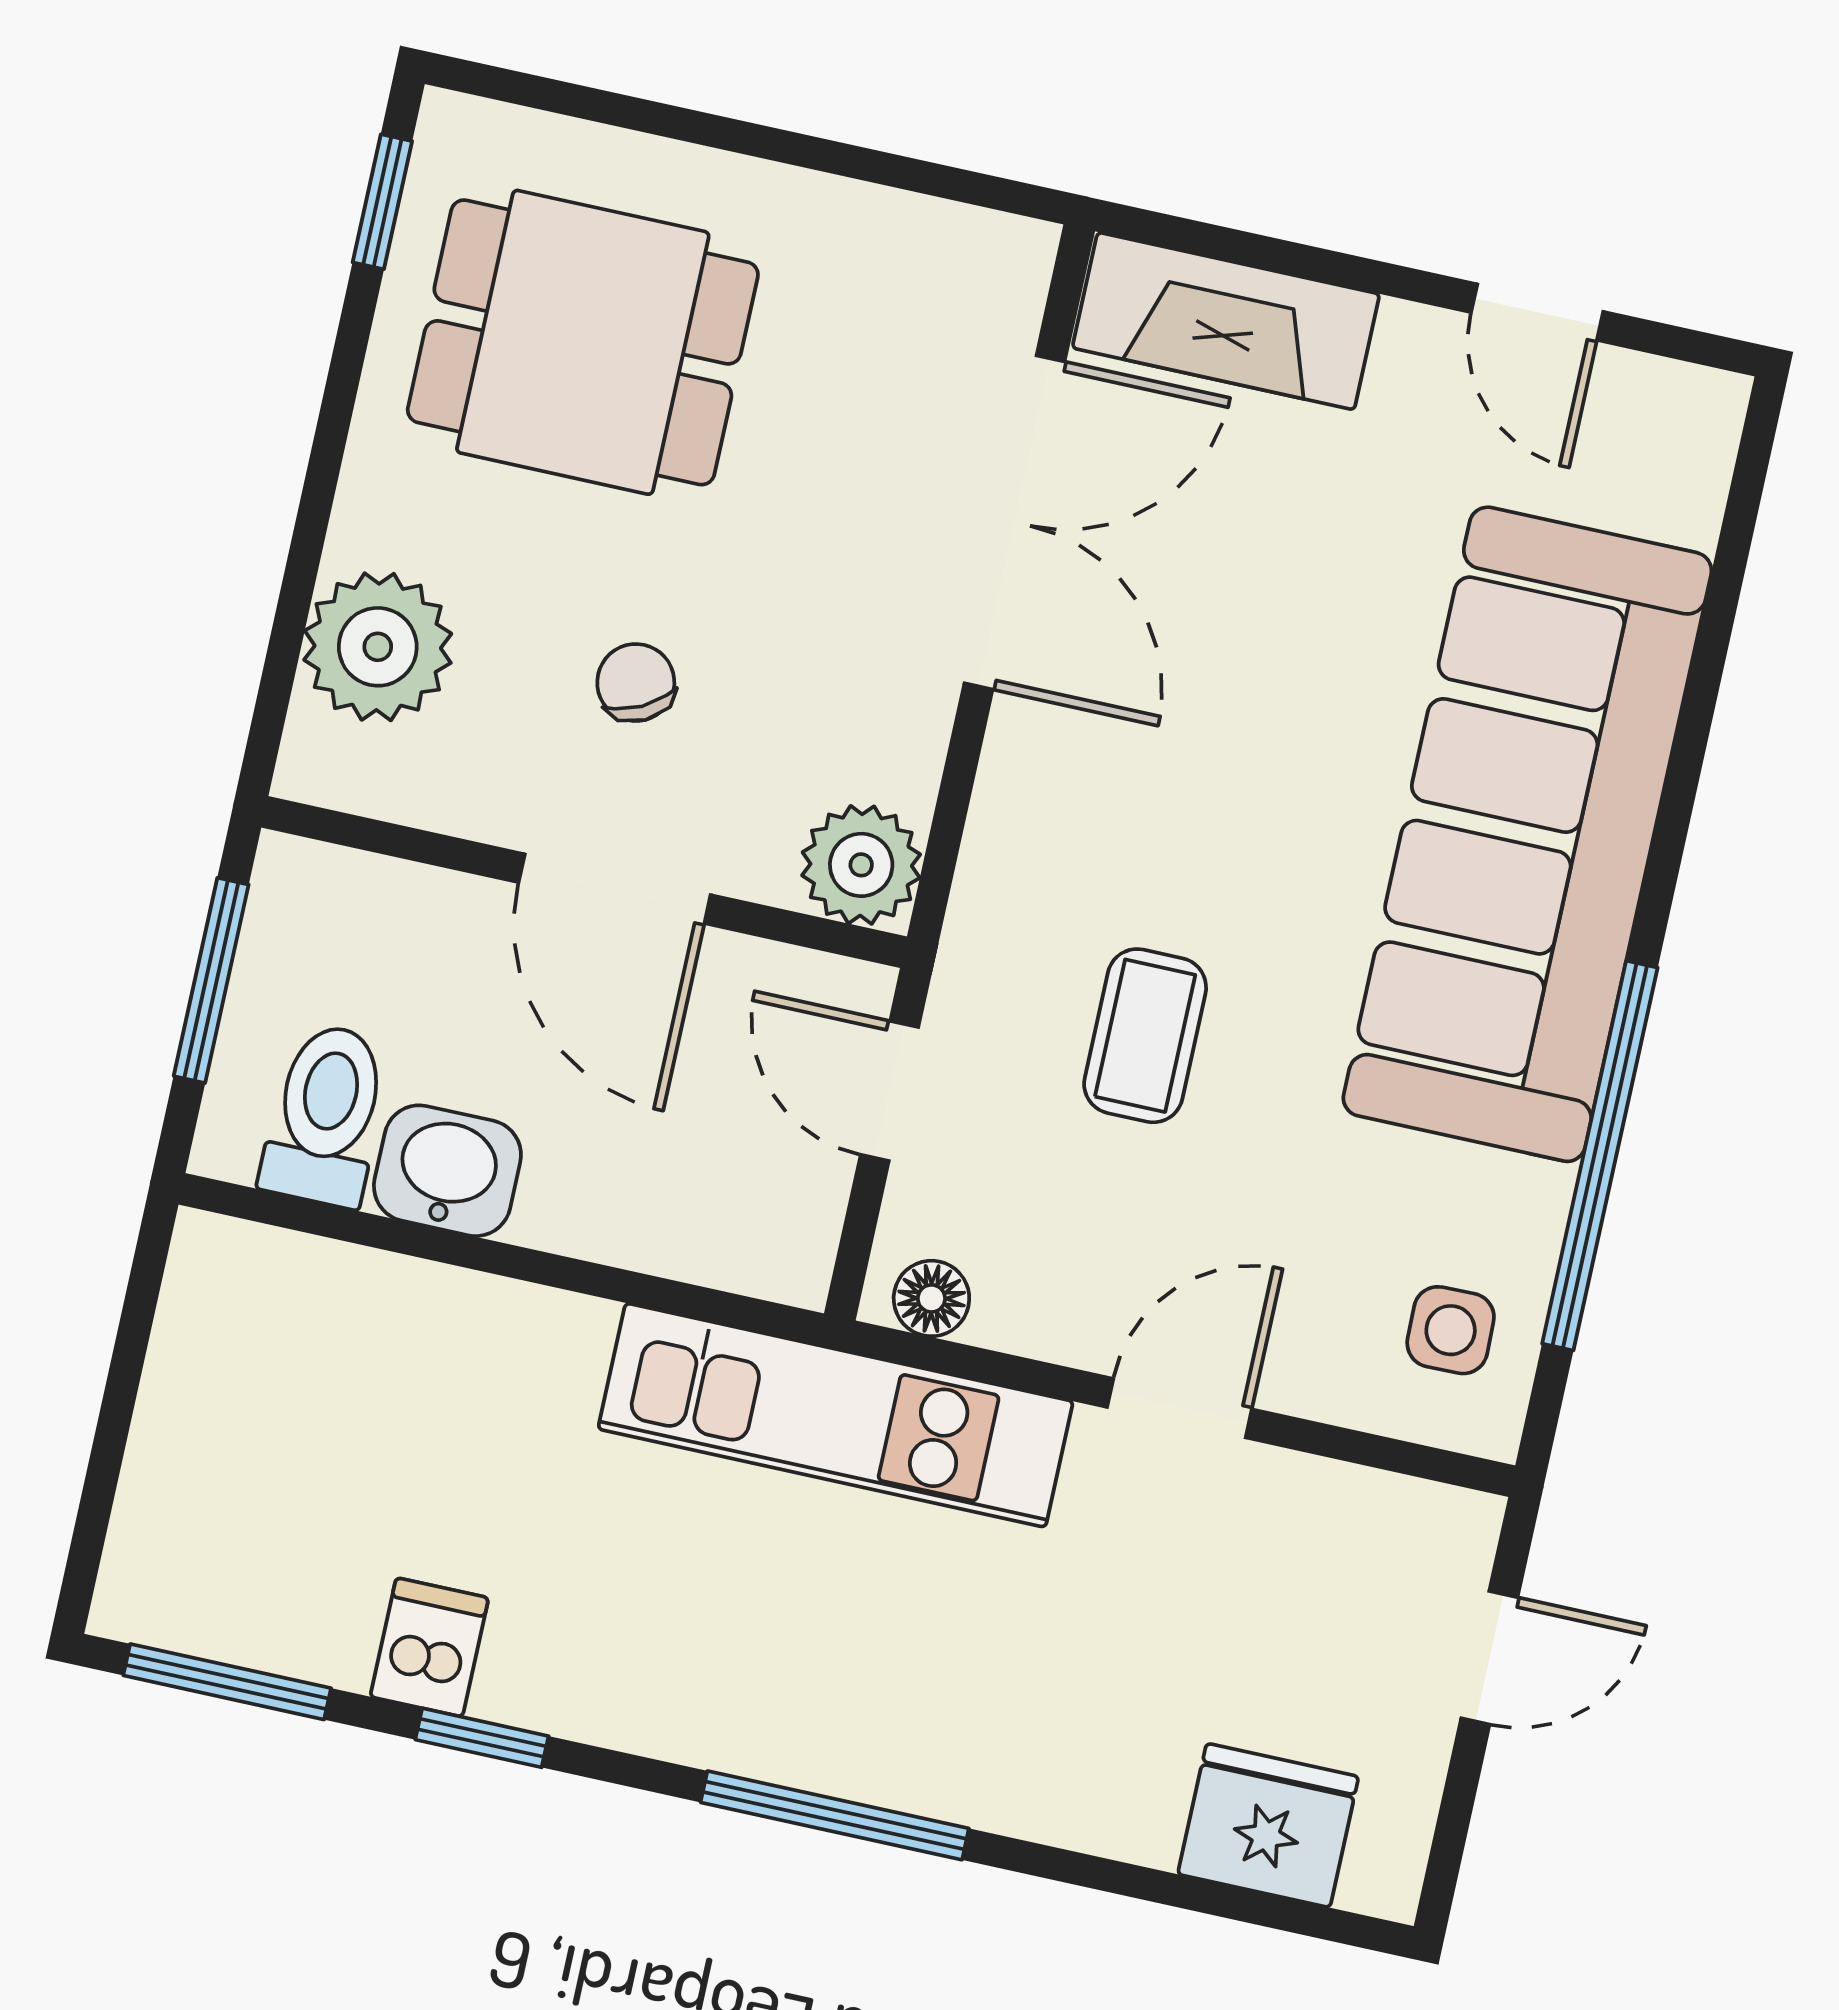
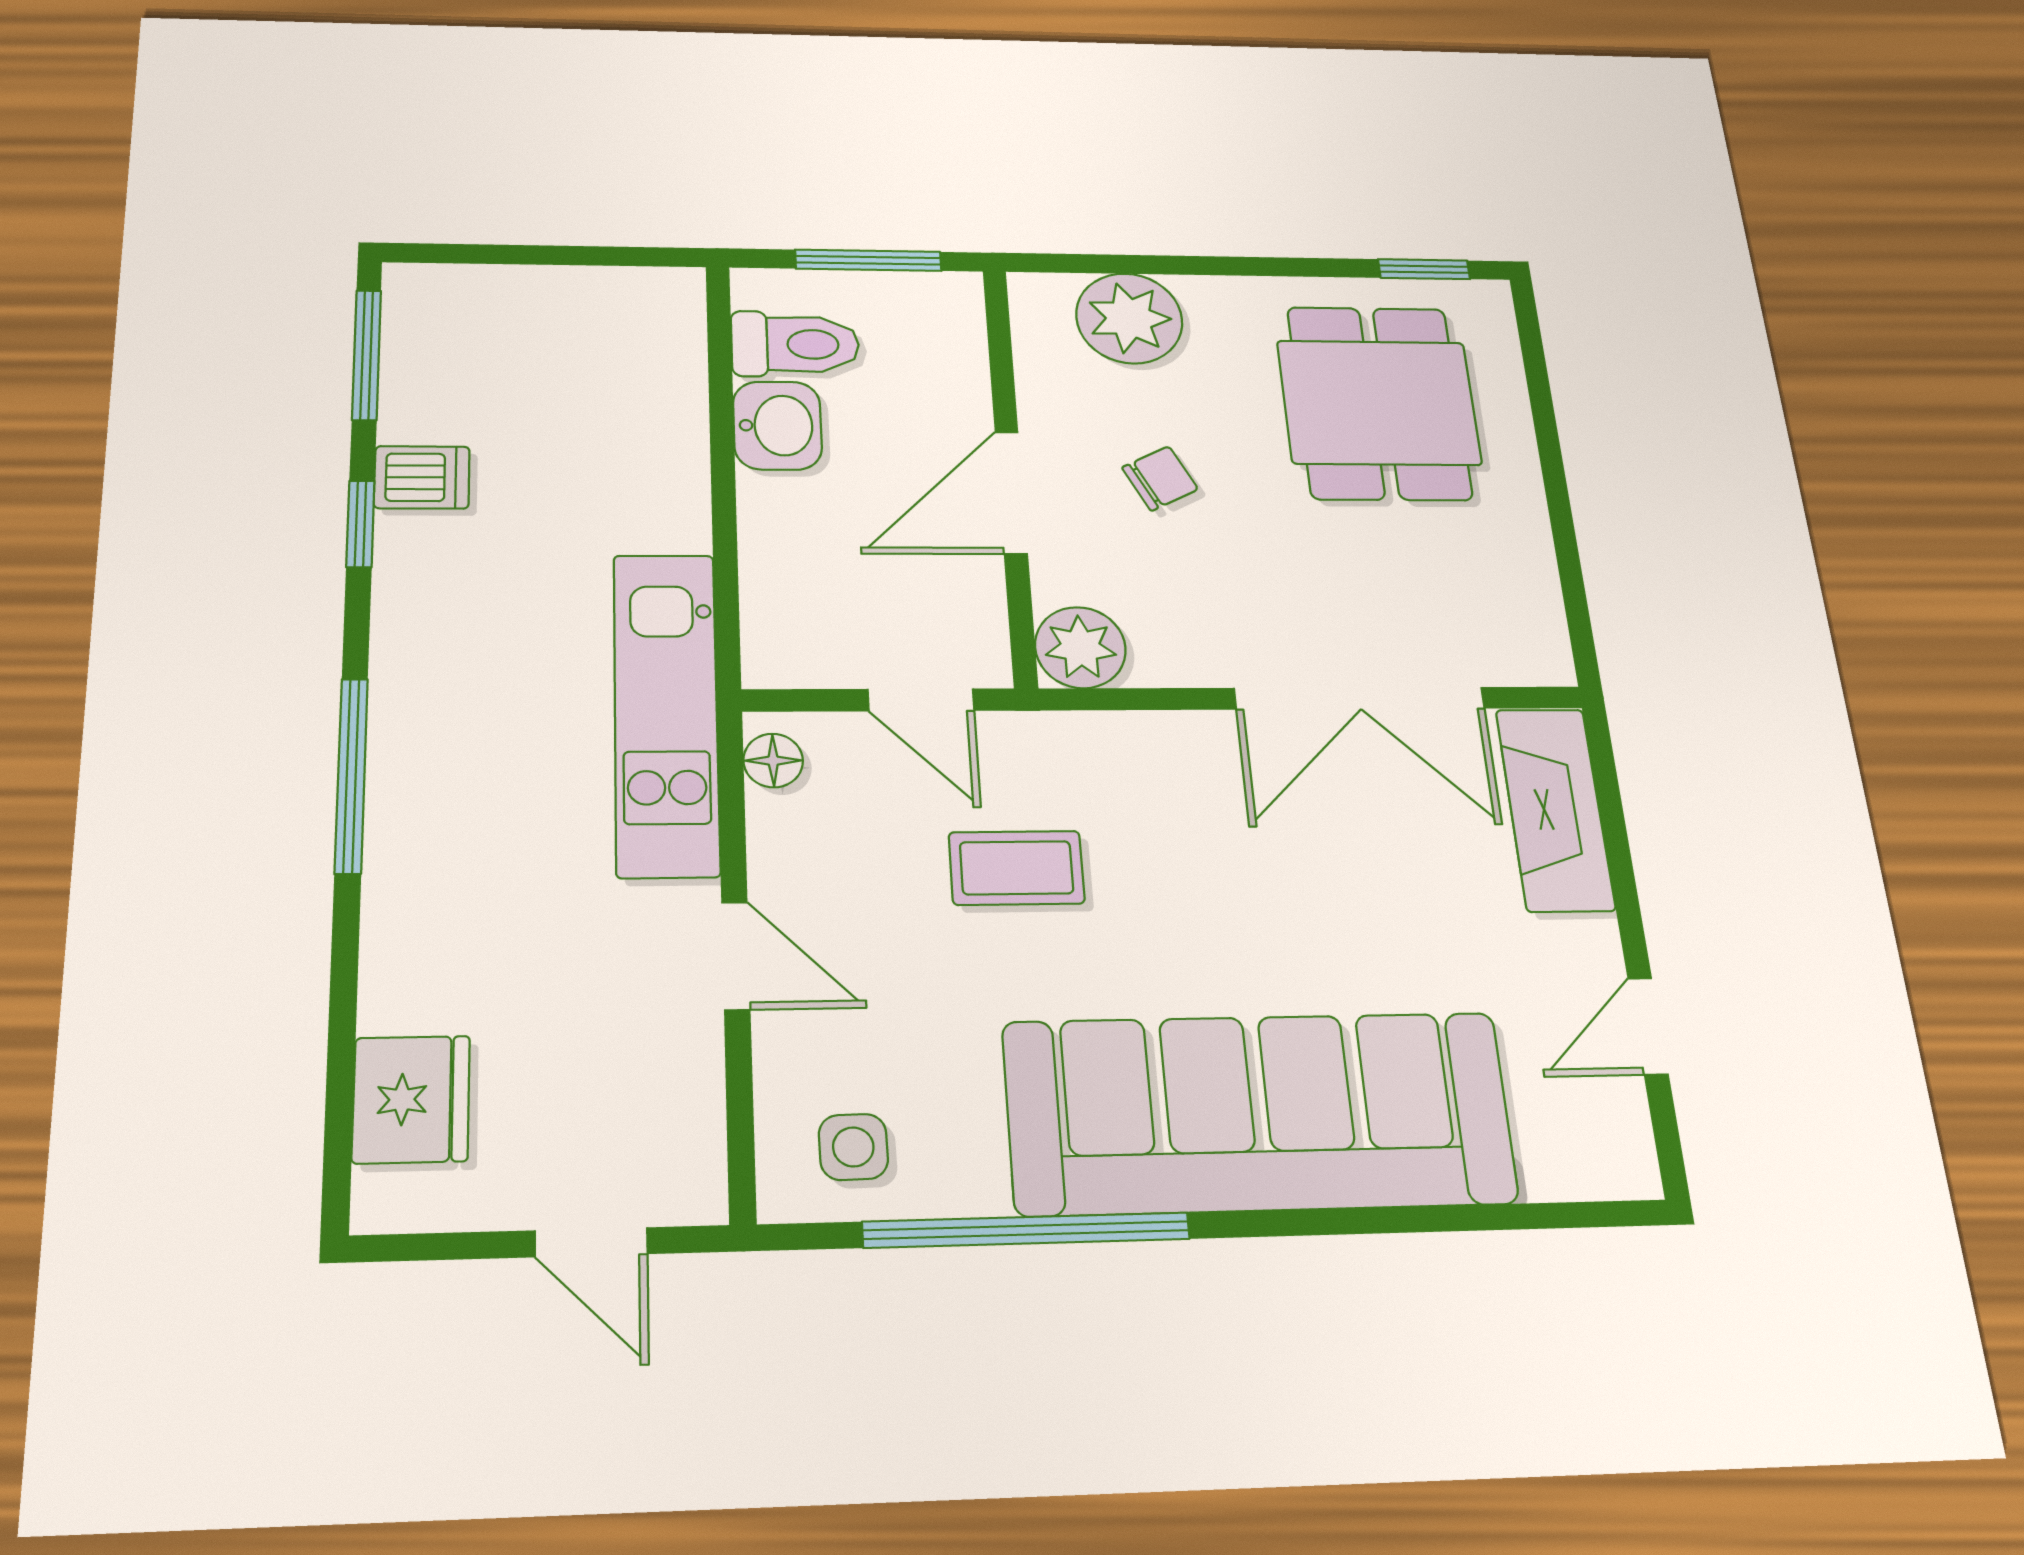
door: (889, 1091) -> (921, 700), swing flipped

